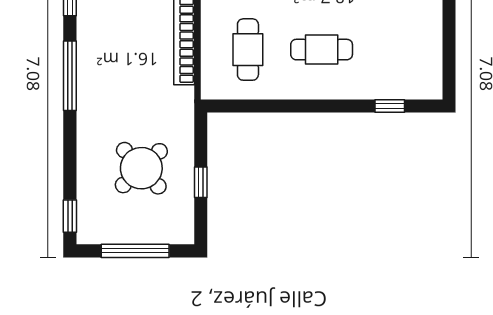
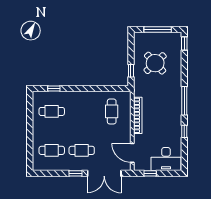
cafe table: (322, 50) -> (52, 111), moved
window: (201, 182) -> (131, 71), moved

